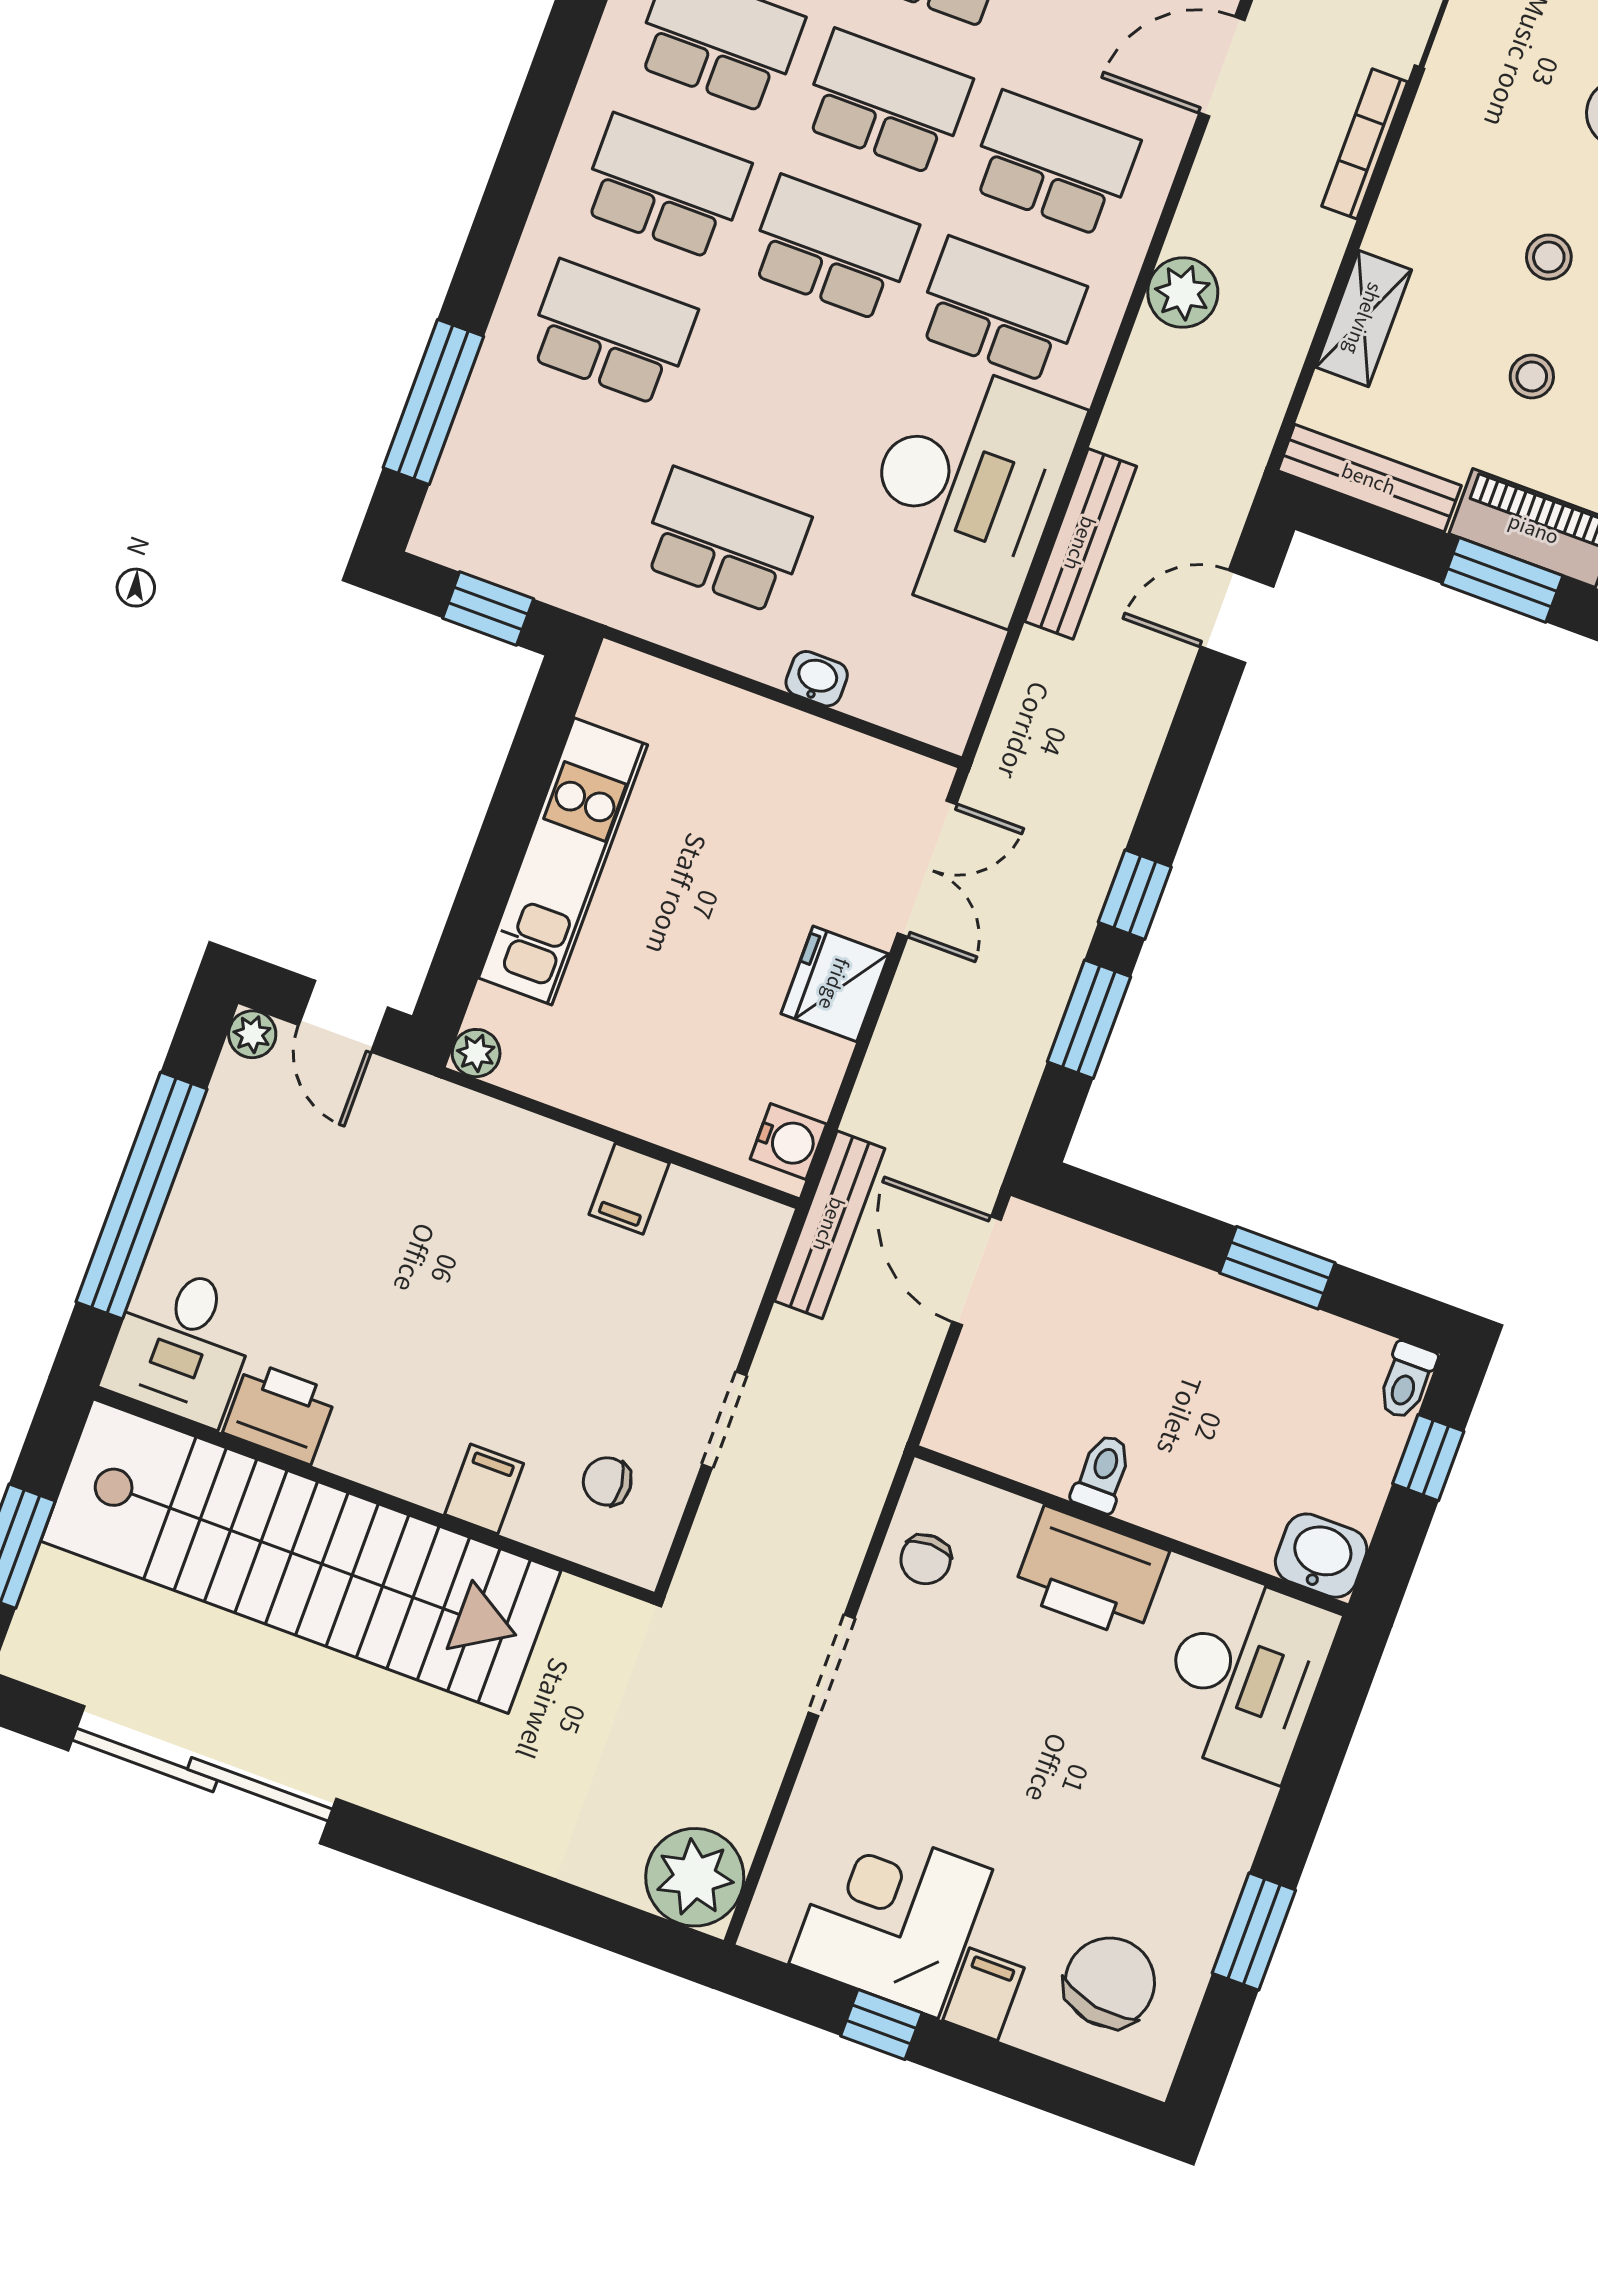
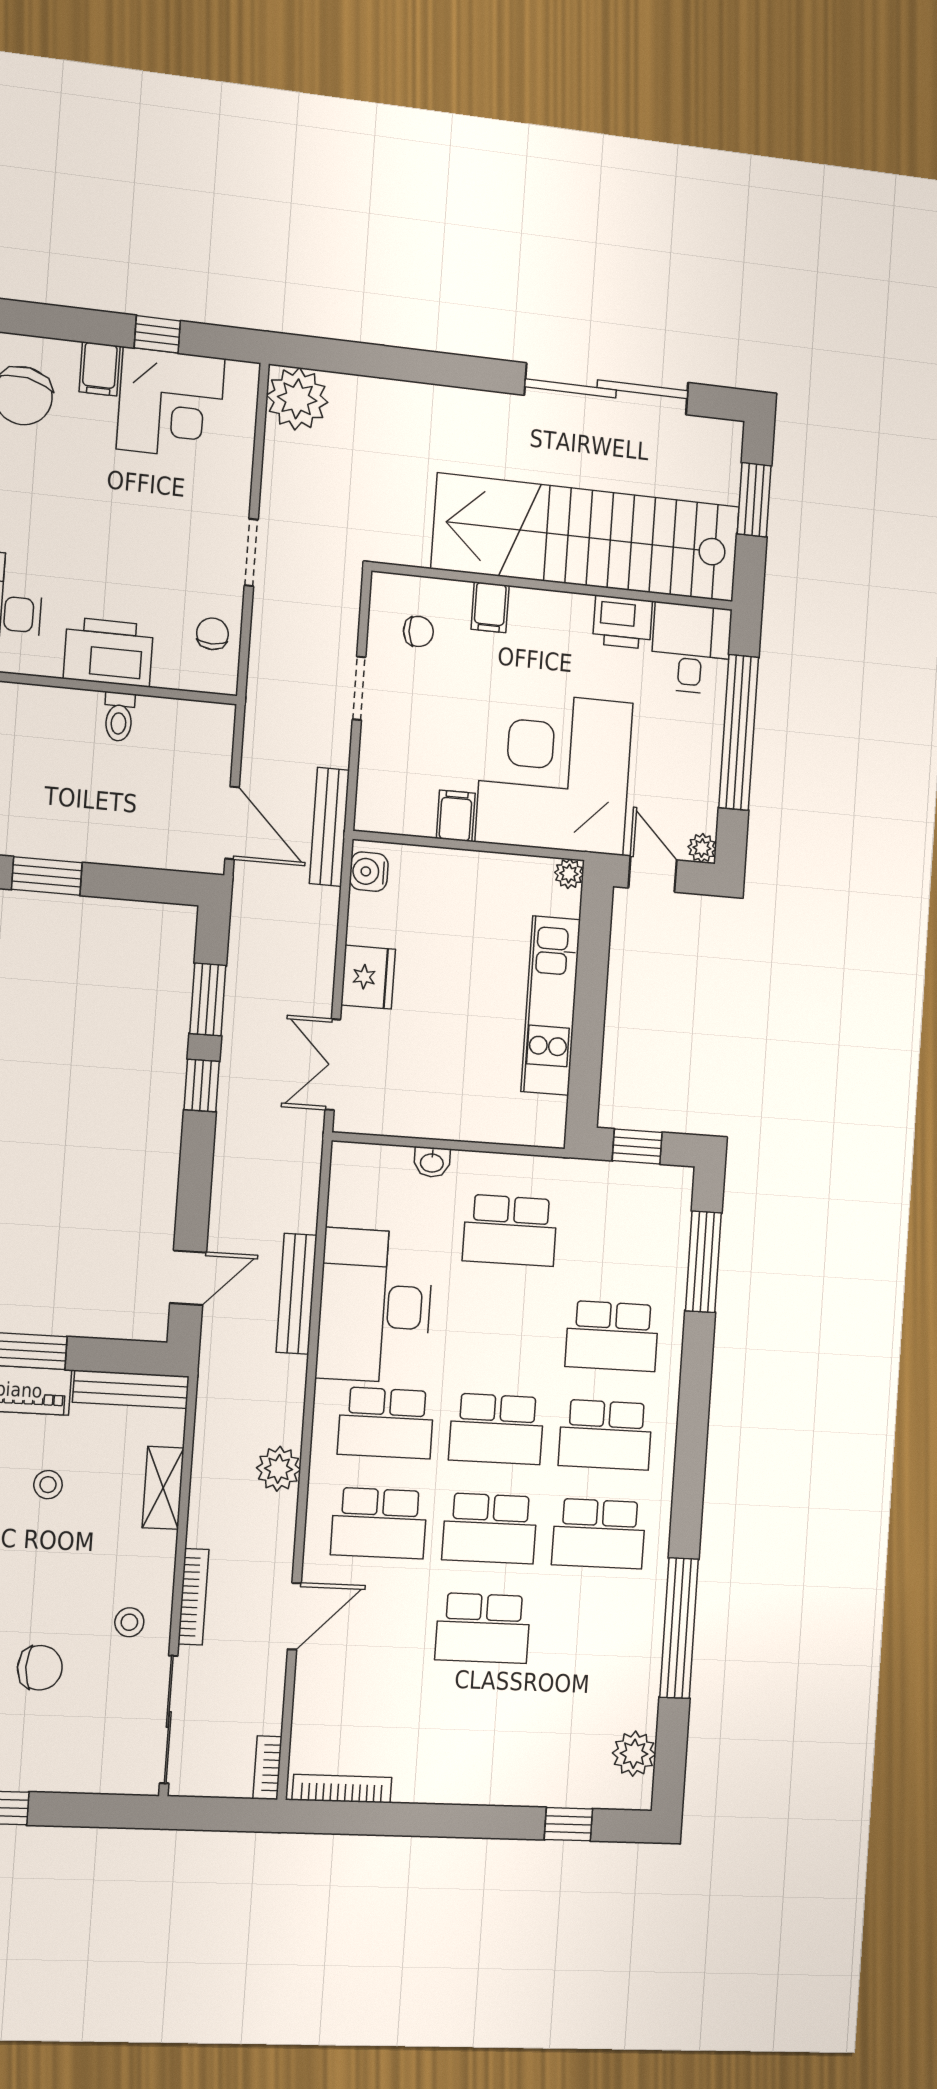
stool: (1549, 257) -> (129, 1622), moved
corner desk: (455, 1213) -> (554, 772), added

